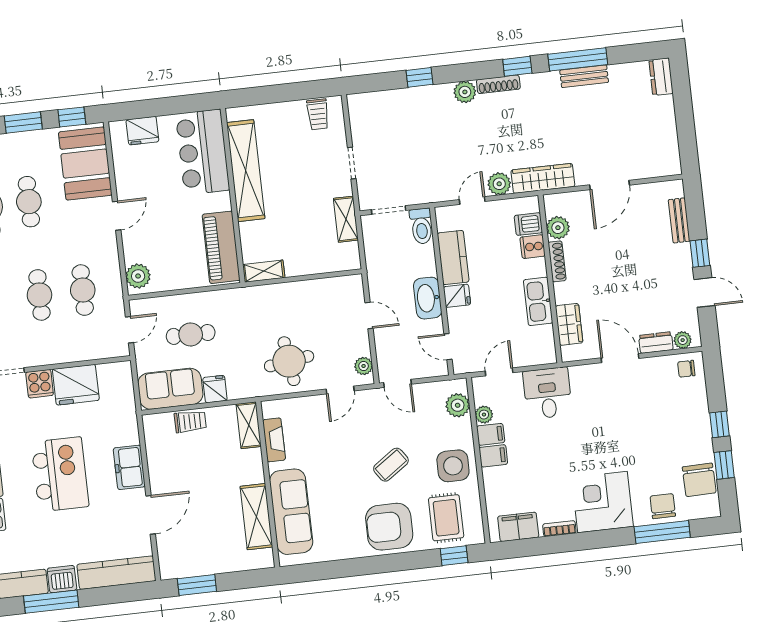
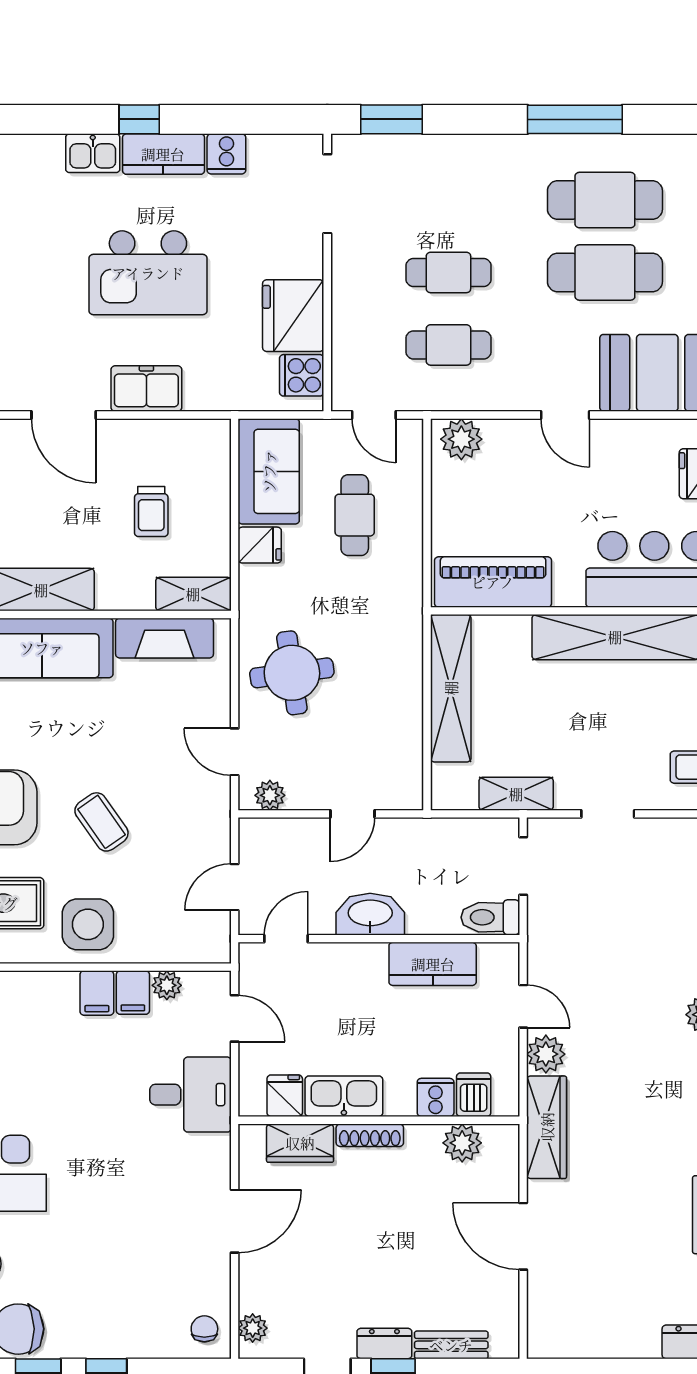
cafe table: (29, 202) -> (605, 272), width x1.37, depth x1.35
shoe rack: (557, 261) -> (370, 1135), moved
shelving: (264, 271) -> (451, 688), width x2.20, depth x1.33
fridge: (457, 296) -> (285, 1096), moved, turned 180
dresser: (656, 343) -> (384, 1344), moved, turned -90
door: (397, 383) -> (235, 887), moved
cooker: (40, 384) -> (302, 375), moved
plant: (458, 405) -> (187, 943), removed
trolley: (190, 422) -> (151, 512), moved
fireplace: (274, 440) -> (165, 638), width x1.37, depth x1.32

